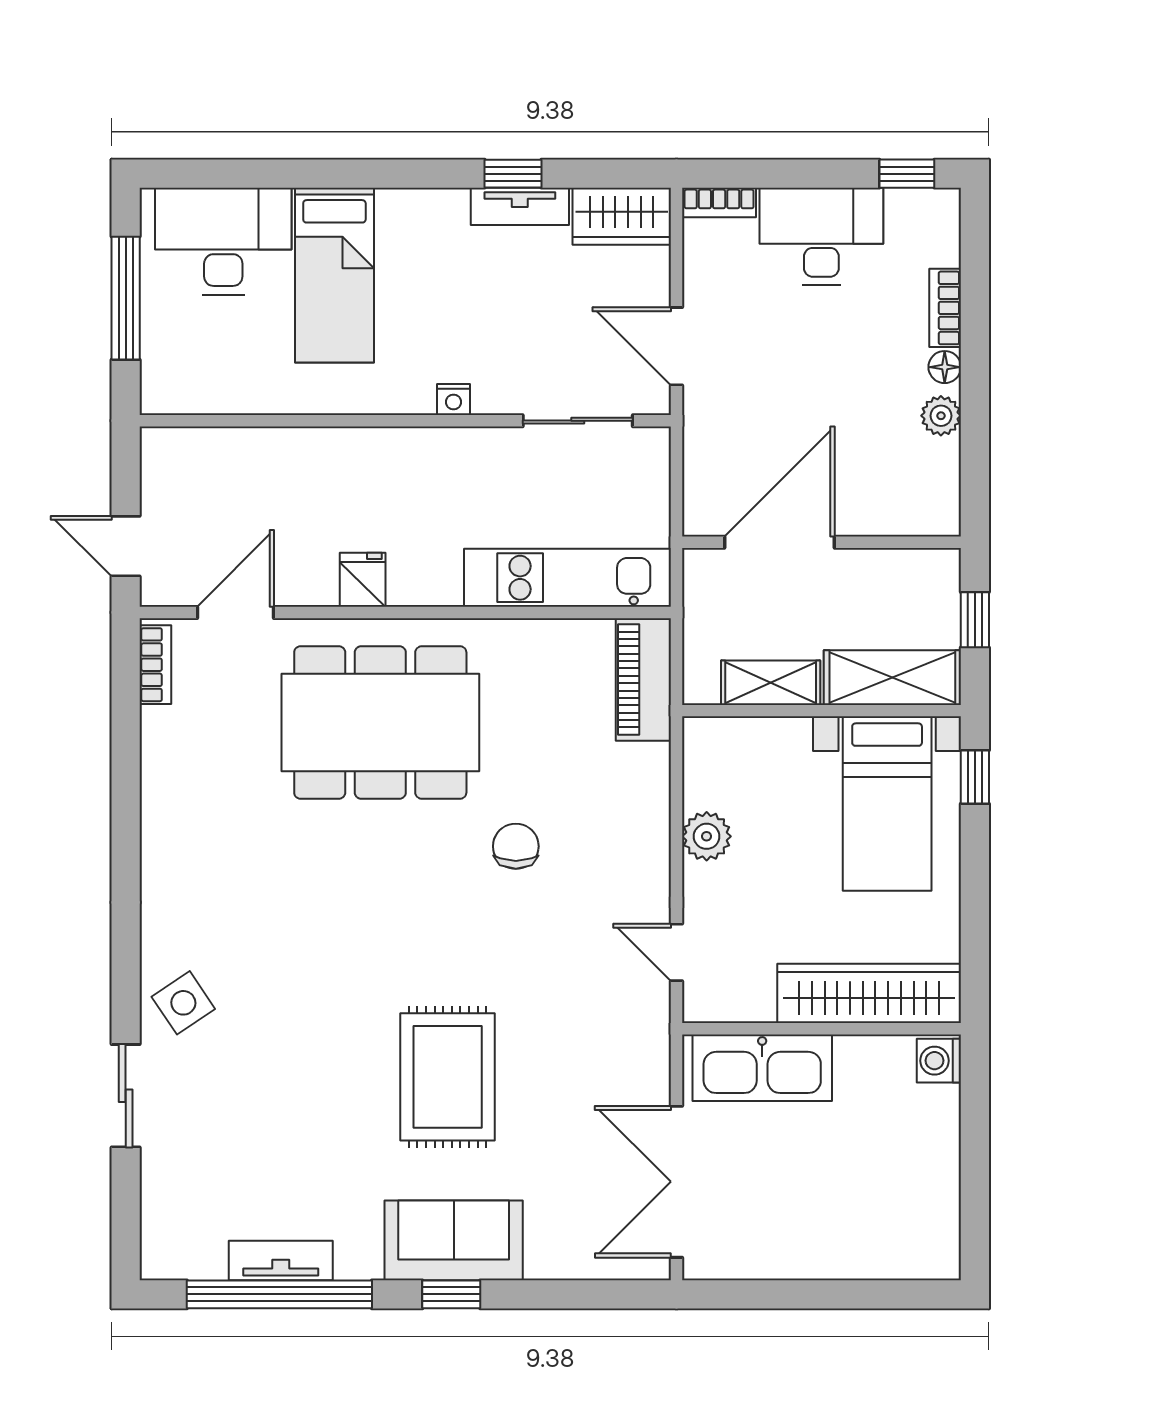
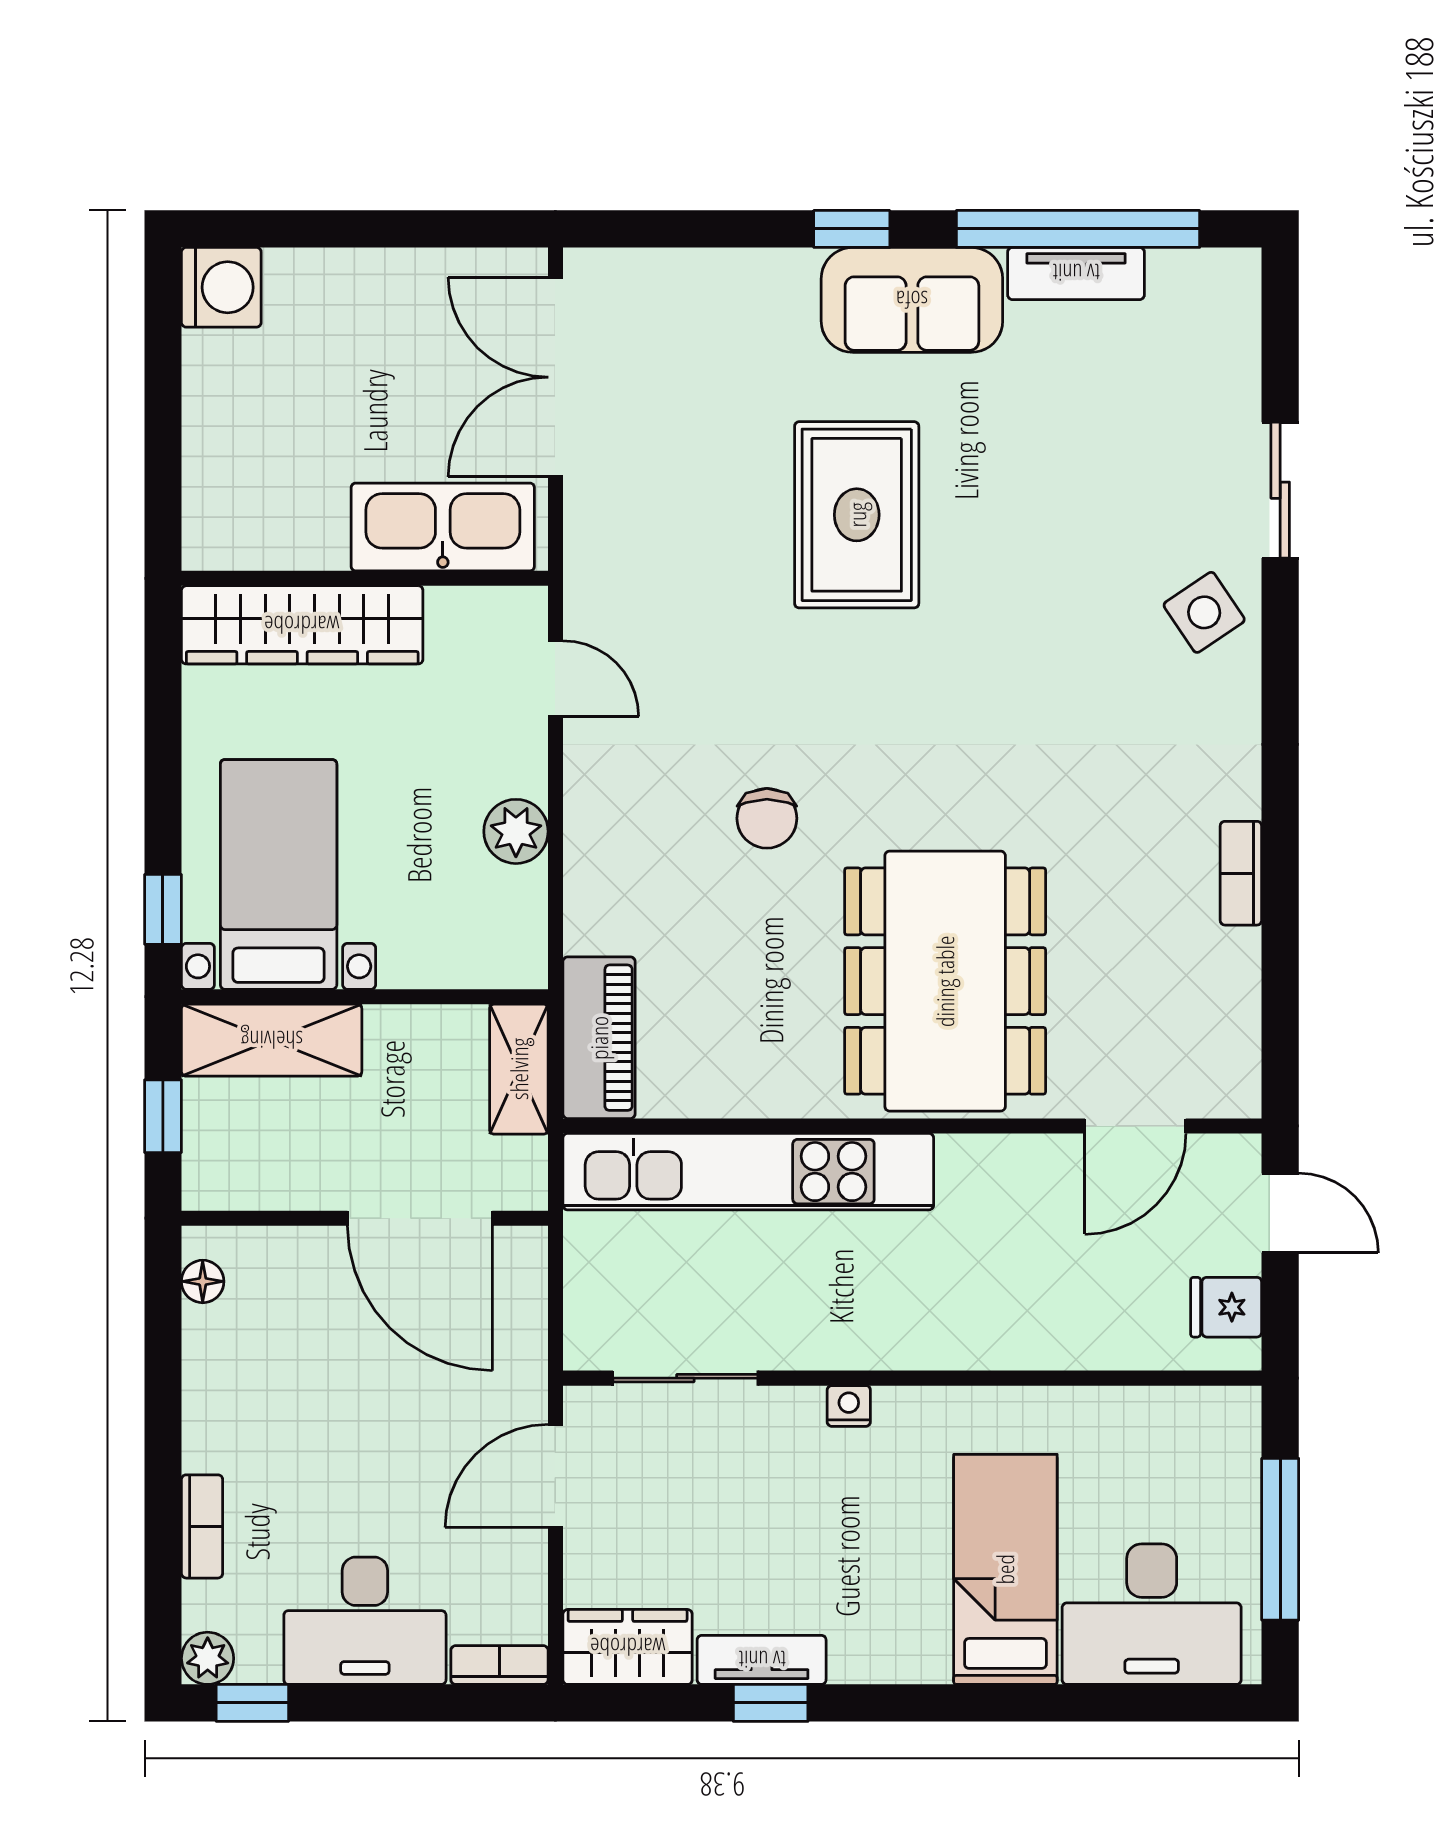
door: (677, 346) -> (555, 1476), swing flipped
floor lamp: (945, 367) -> (203, 1281), moved
plant: (941, 416) -> (208, 1658), moved
door: (780, 542) -> (420, 1218), hinge flipped
kitchen unit: (568, 578) -> (748, 1172), width x1.36
fridge: (363, 580) -> (1226, 1307), moved, turned 90
bookcase: (155, 665) -> (1241, 873), moved
shelving: (771, 683) -> (519, 1069), moved, turned 90
dining table: (380, 723) -> (945, 981), turned 90
washing machine: (939, 1061) -> (221, 287), moved, width x1.38, depth x1.38
double door: (677, 1182) -> (555, 377), swing flipped
sofa: (454, 1240) -> (912, 300), moved

